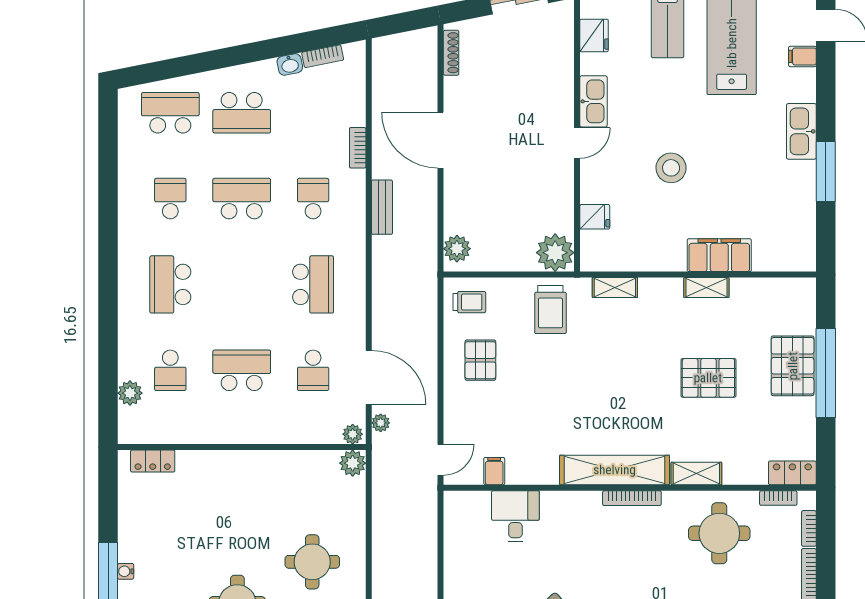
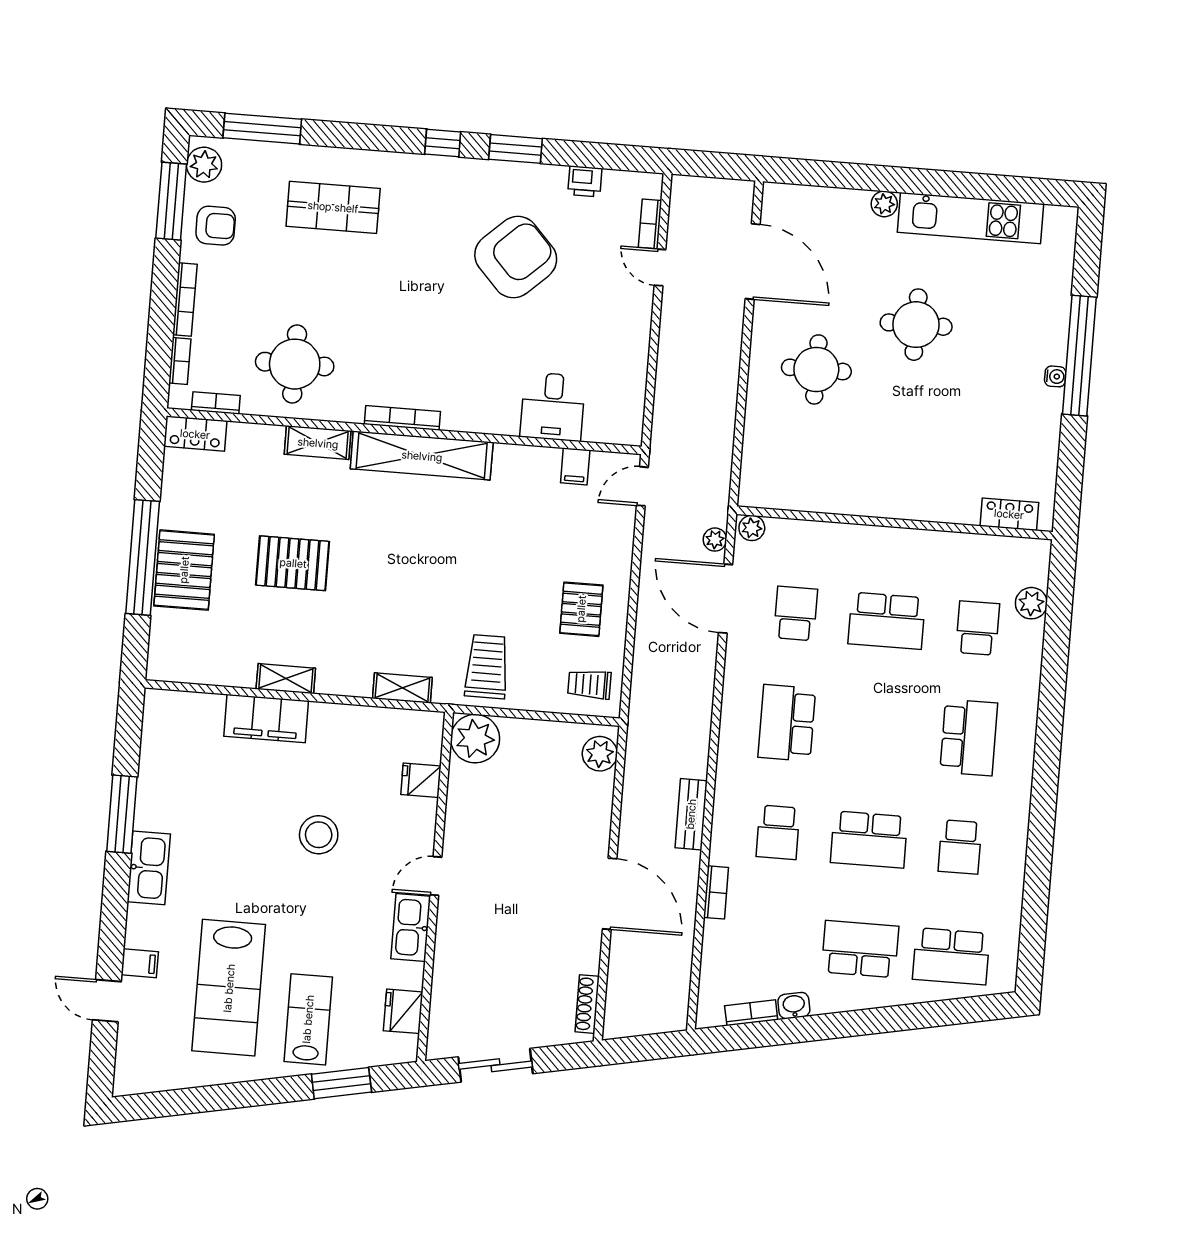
plant: (353, 463) -> (755, 491), removed

